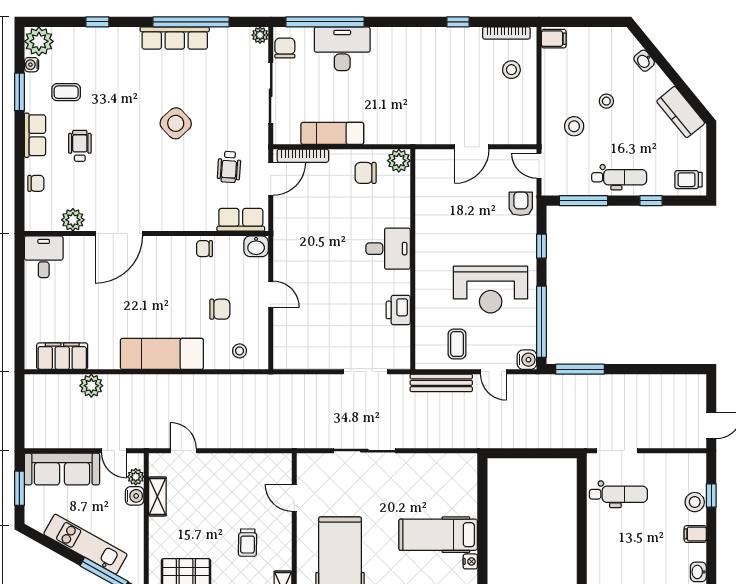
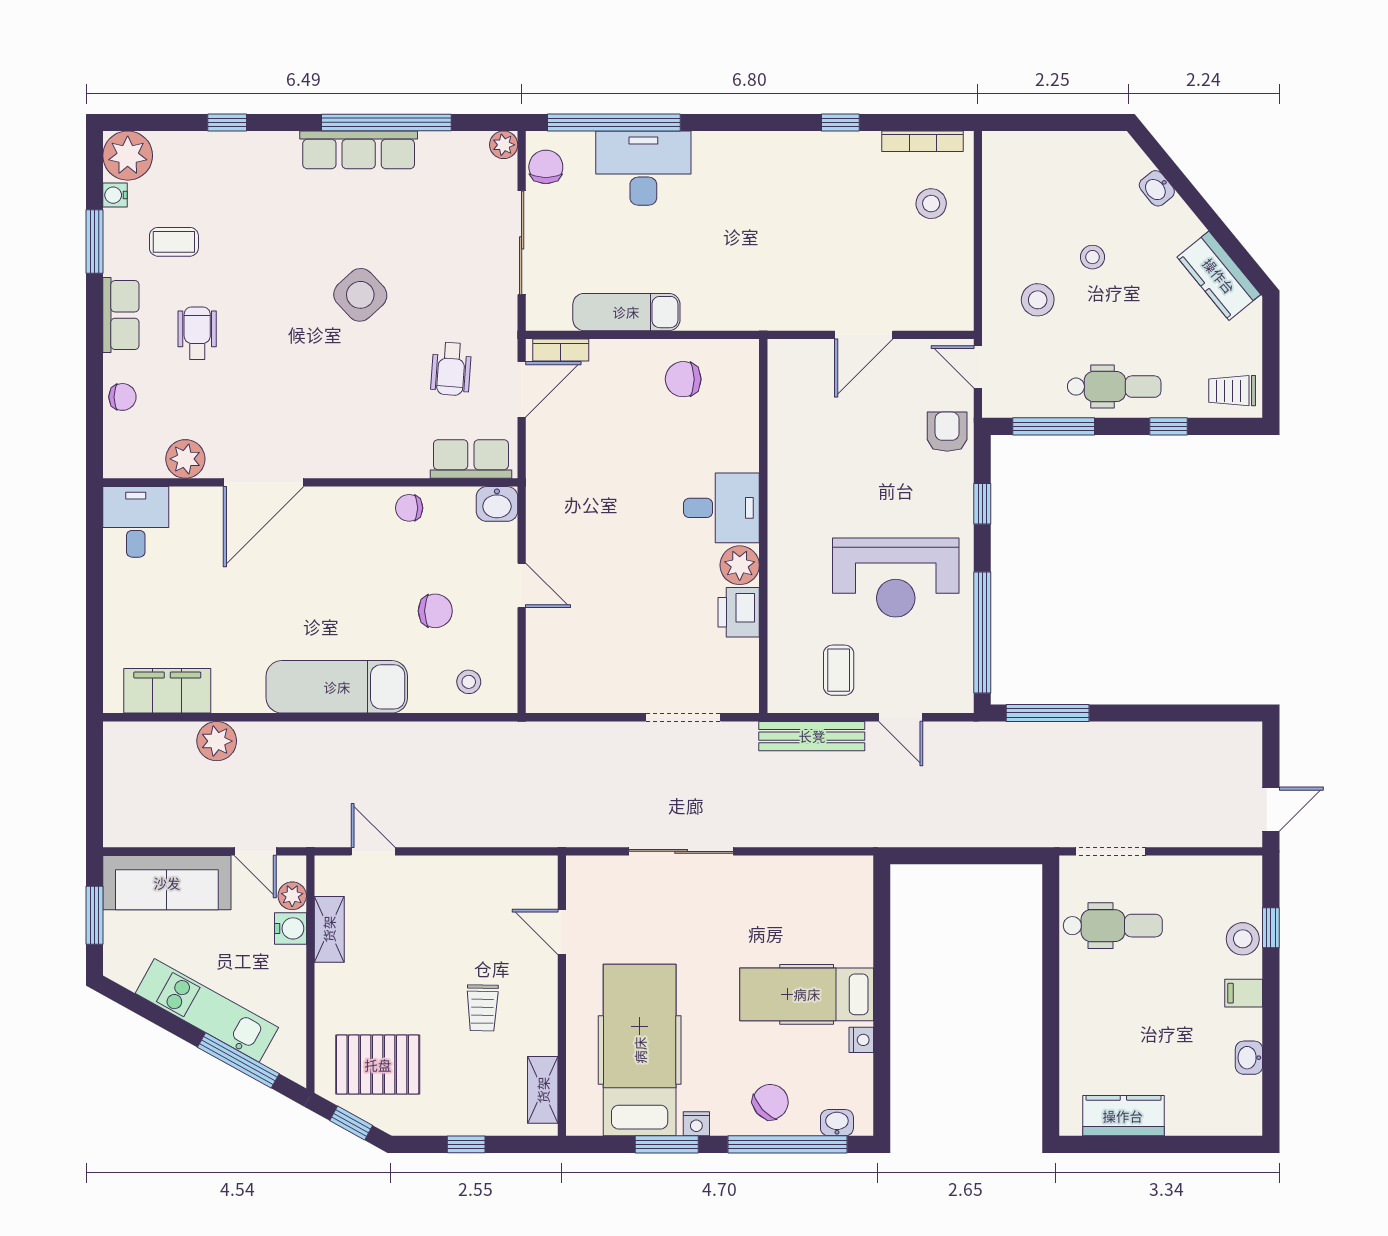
filing cabinet: (554, 39) -> (1003, 151), removed
bookcase: (303, 156) -> (561, 350), width x0.64
plant: (399, 161) -> (740, 565), moved
water cooler: (527, 360) -> (957, 697), removed

